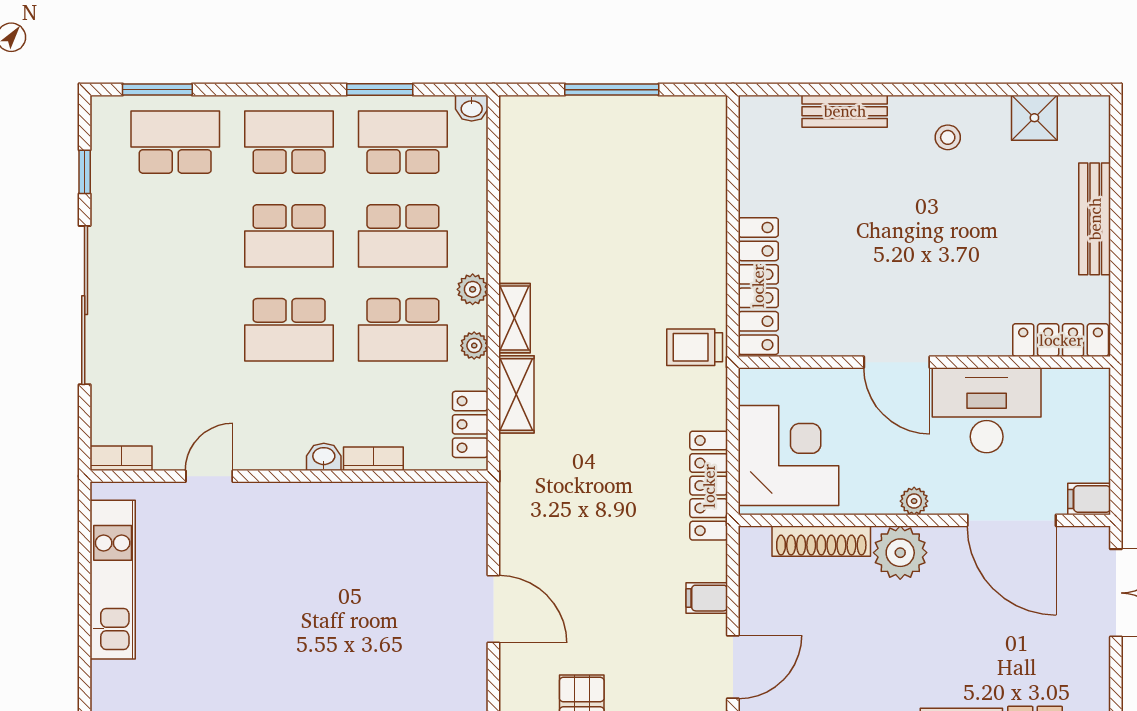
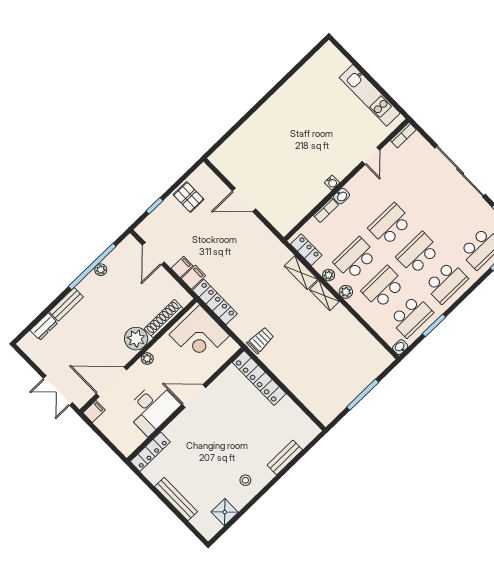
water cooler: (318, 495) -> (332, 183), added
filing cabinet: (704, 562) -> (193, 277), added

